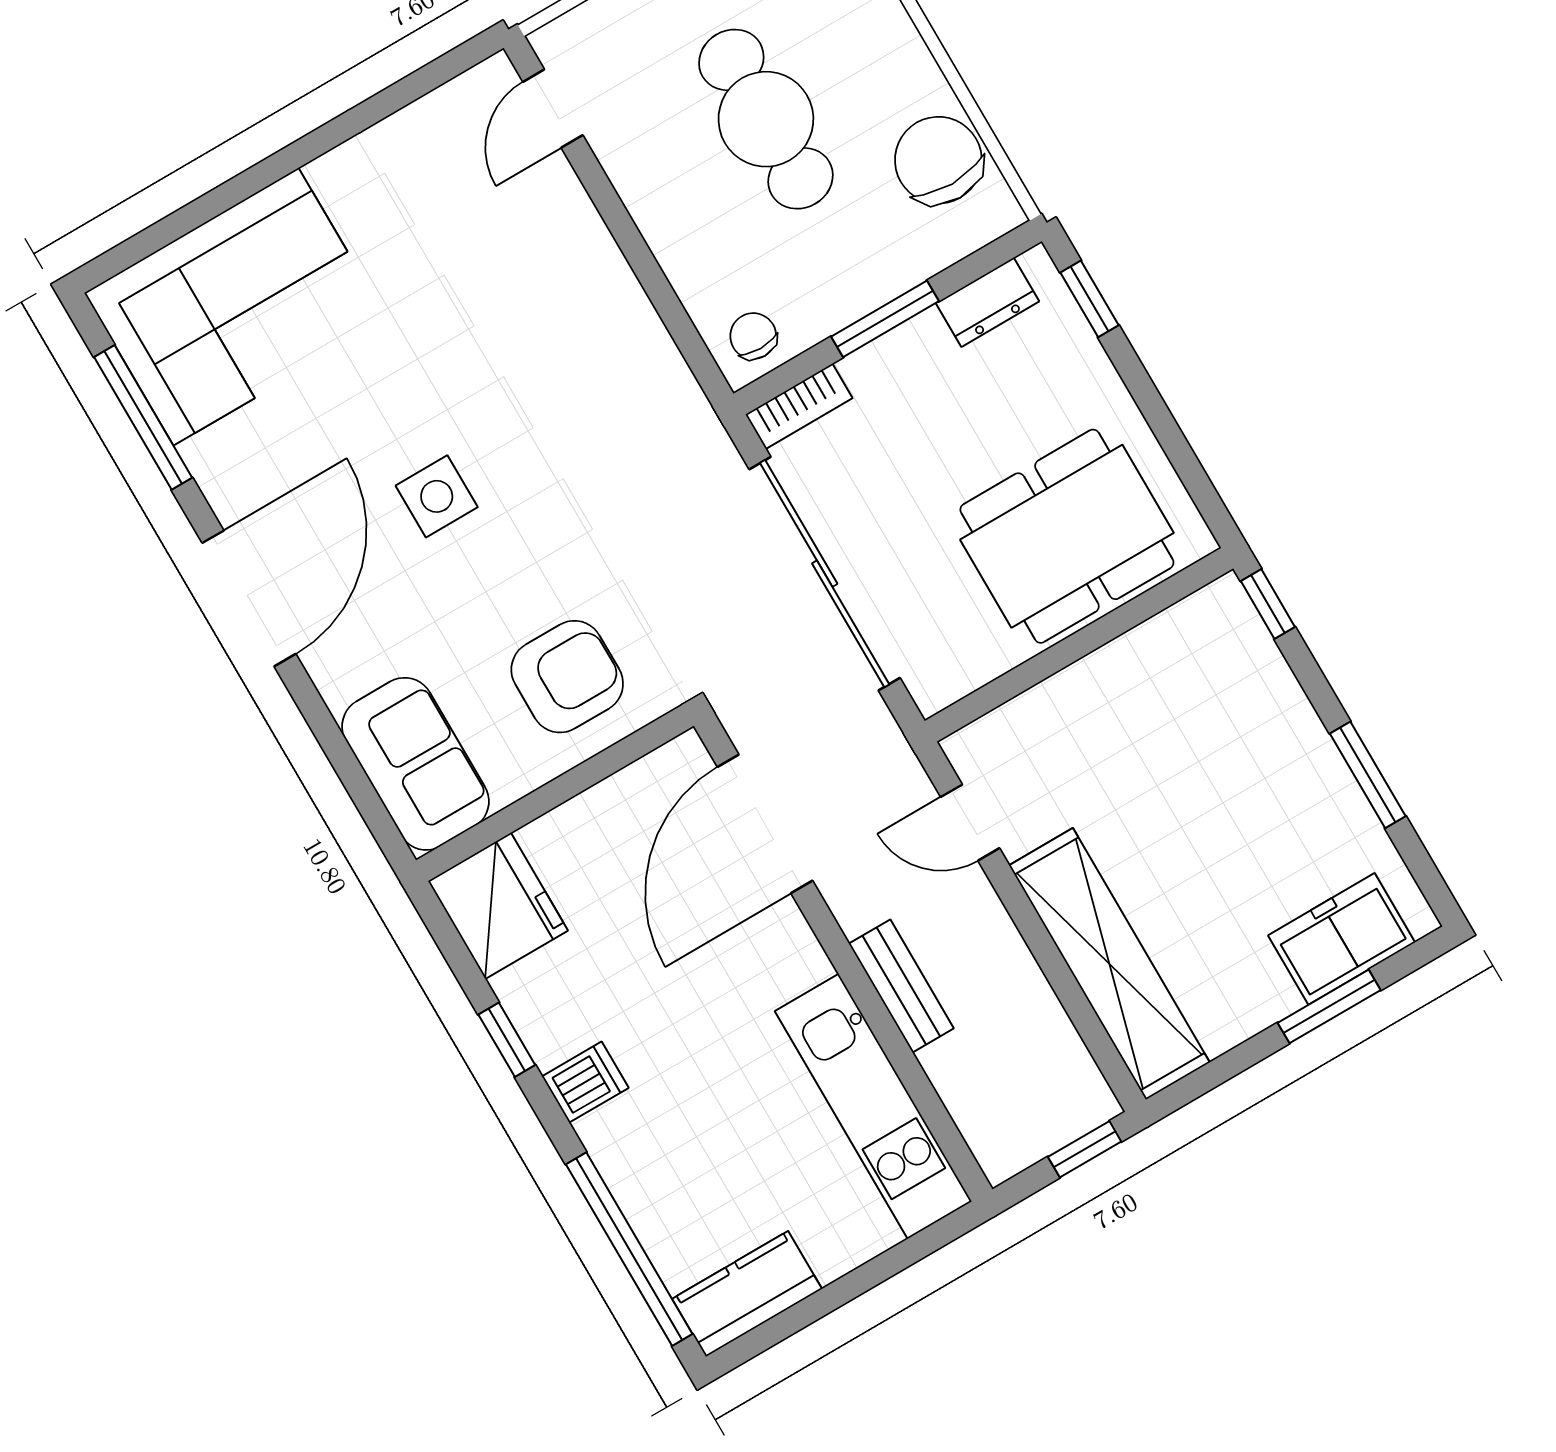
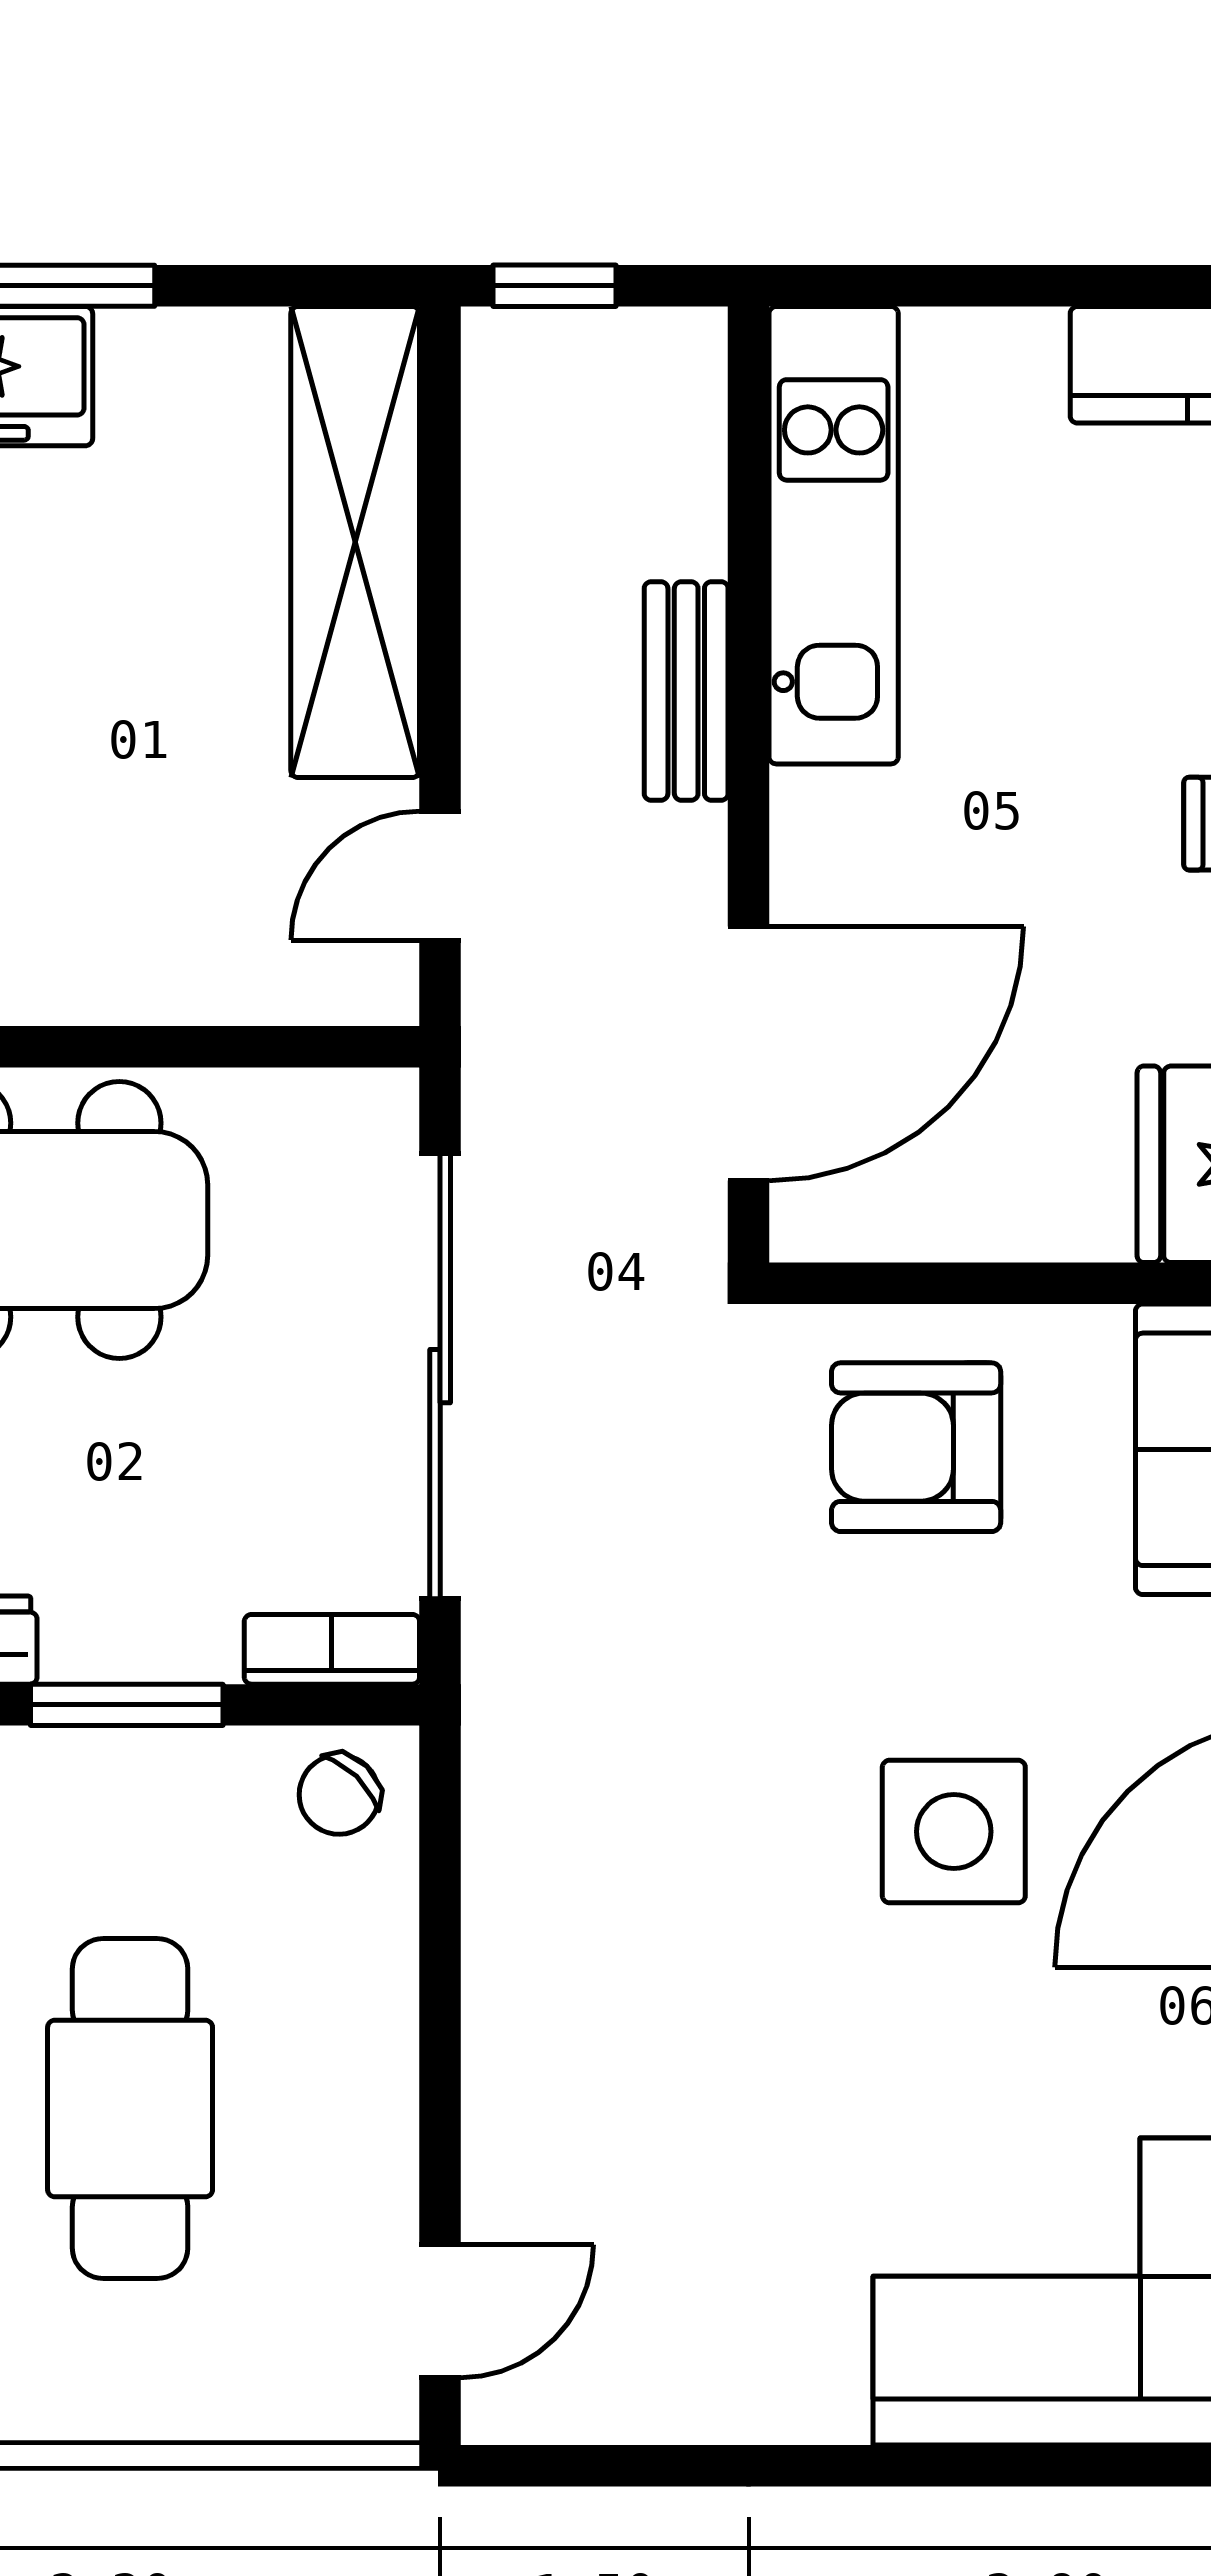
chair: (753, 336) -> (339, 1795), turned 44
side table: (437, 496) -> (954, 1832), width x1.37, depth x1.37
door: (970, 823) -> (440, 876), swing flipped

